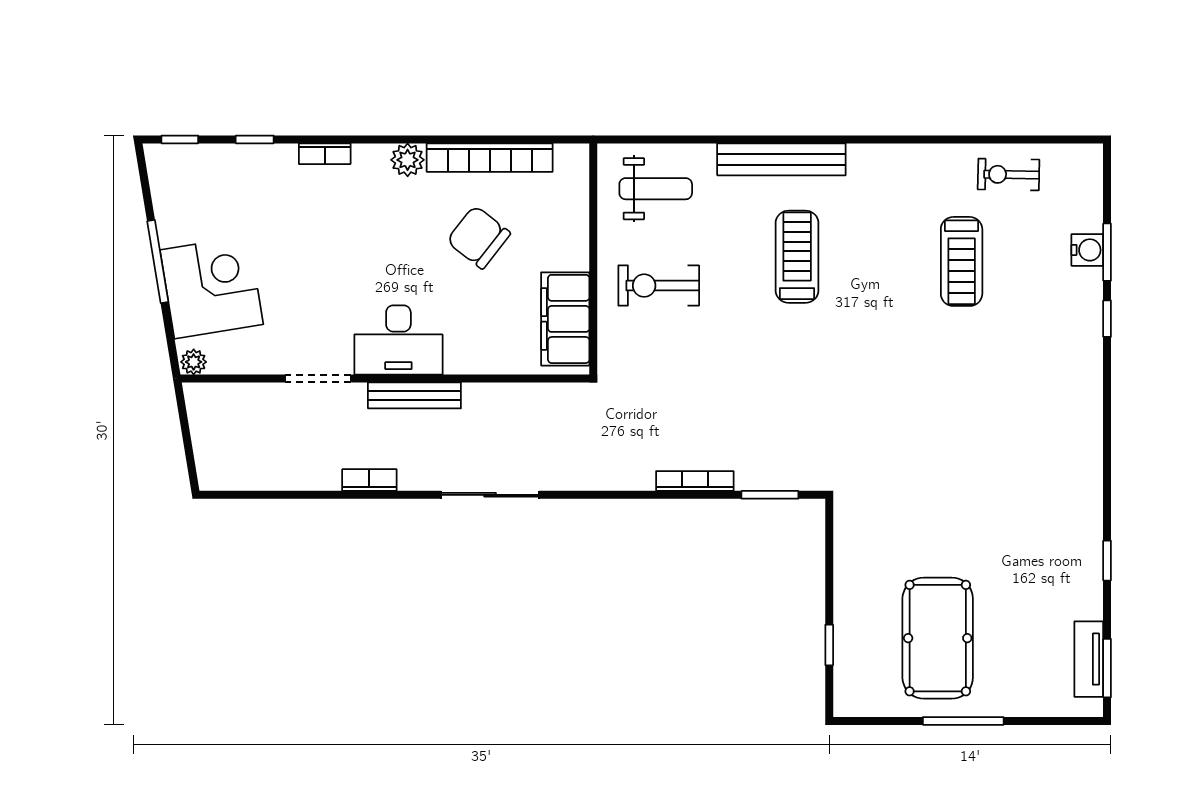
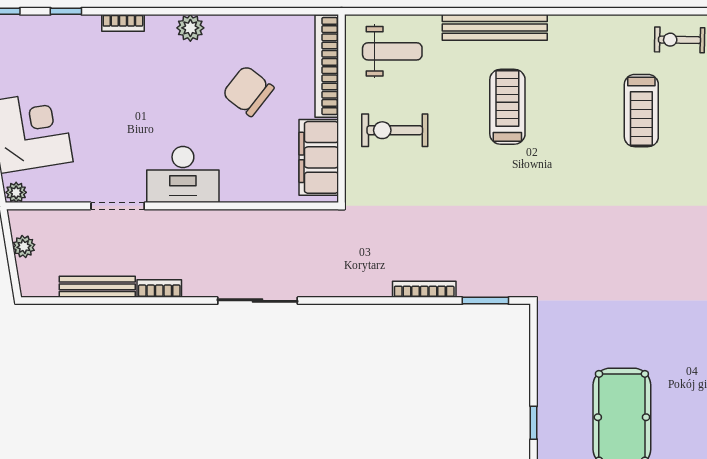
bookcase: (490, 158) -> (327, 66), moved, turned 90
bench: (414, 395) -> (97, 287), moved
plant: (203, 428) -> (24, 246), added

